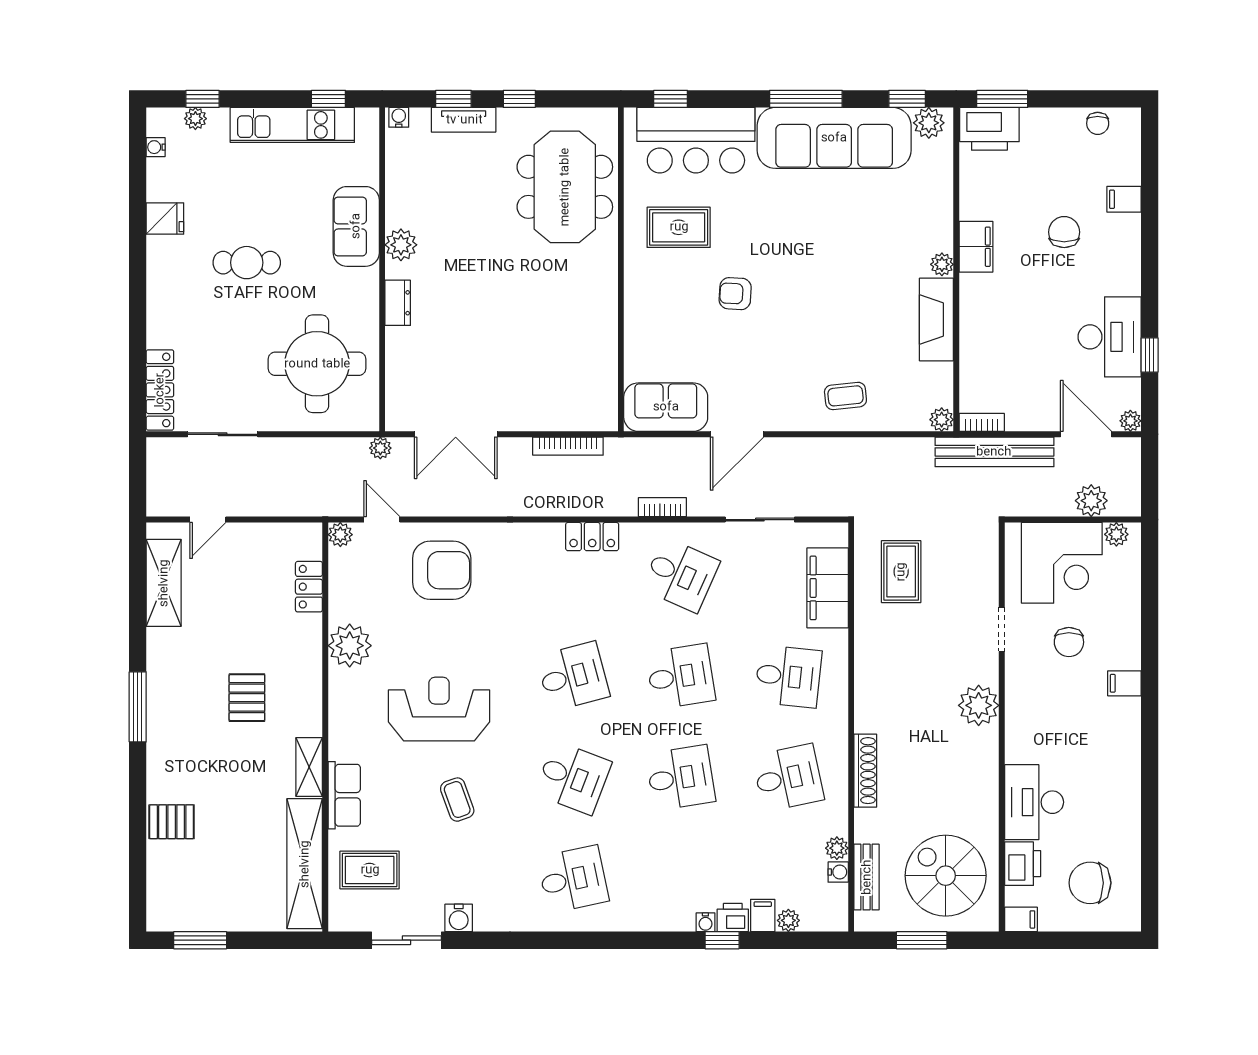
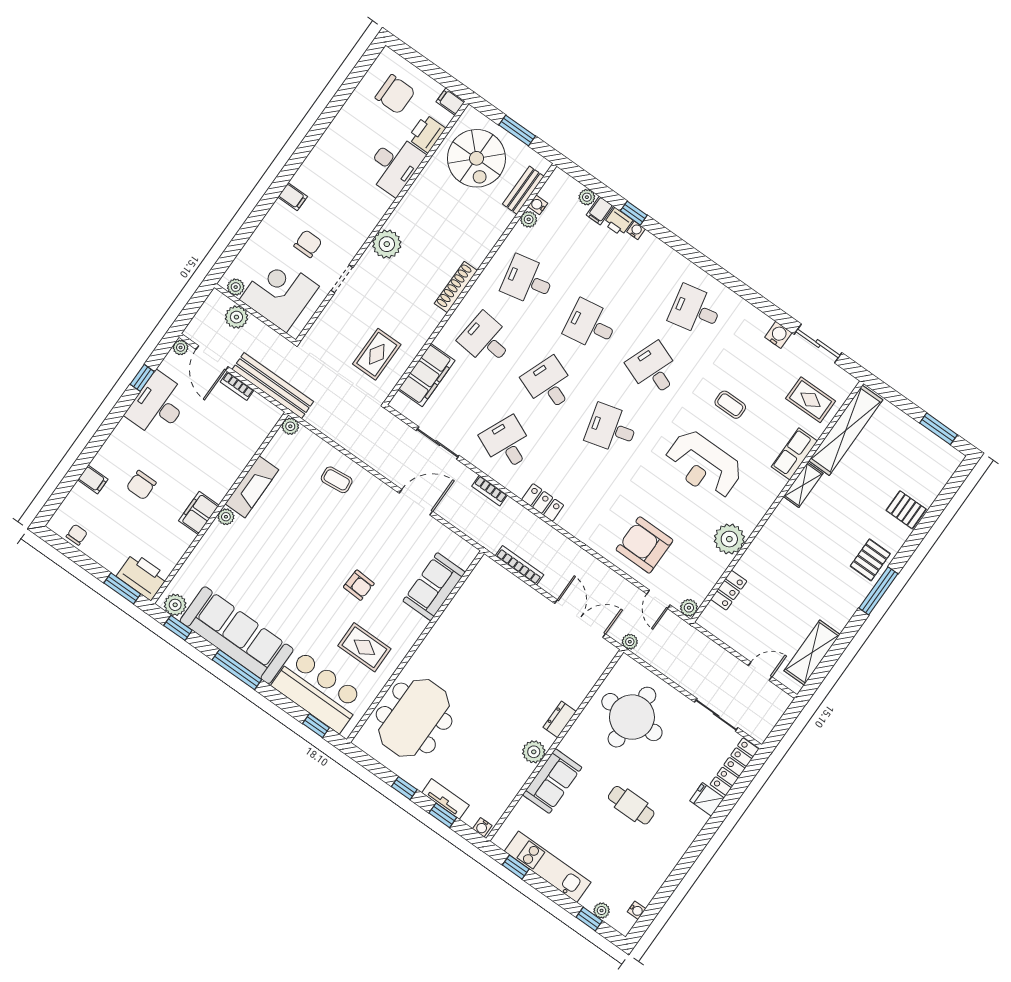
fridge: (165, 219) -> (707, 799), moved
sofa: (666, 407) -> (434, 587), moved, turned 90
bookcase: (982, 422) -> (237, 386), moved
desk: (681, 676) -> (549, 384), turned 30
pallet: (247, 698) -> (870, 560), moved
shoe rack: (865, 771) -> (456, 287), moved
coffee table: (457, 800) -> (730, 405), turned -70

